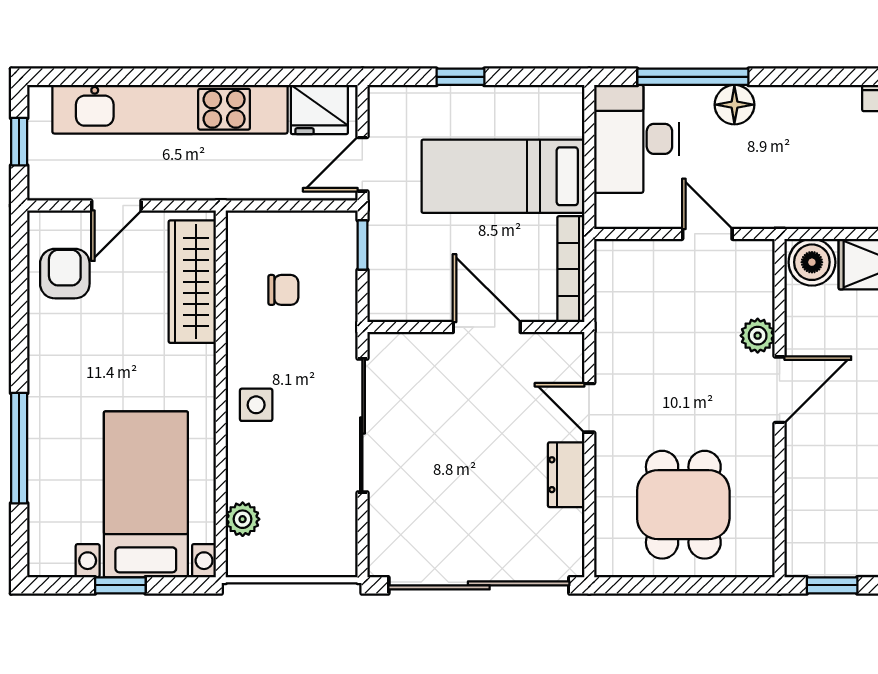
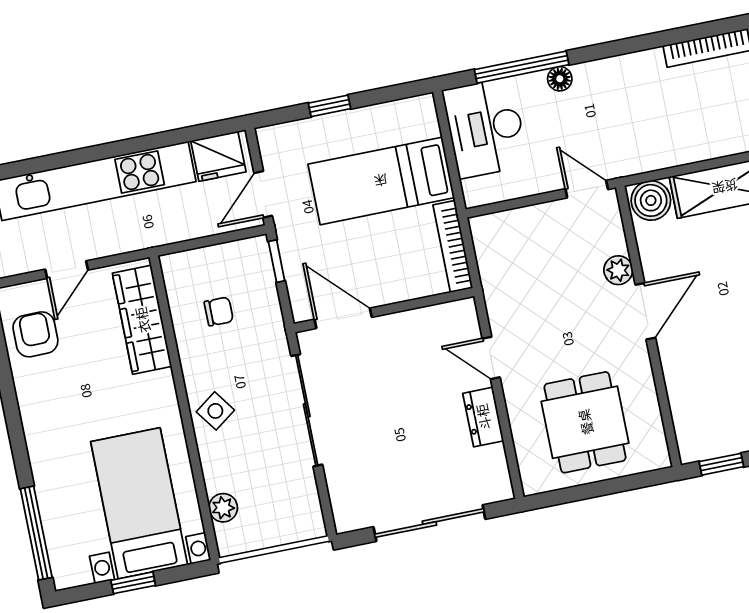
floor lamp: (734, 105) -> (560, 79), width x0.73, depth x0.73
door: (707, 234) -> (587, 189), moved
door: (487, 327) -> (343, 318), moved
side table: (256, 405) -> (215, 411), turned -36
window: (19, 448) -> (36, 533), moved
sliding door: (479, 585) -> (429, 523), width x0.73

